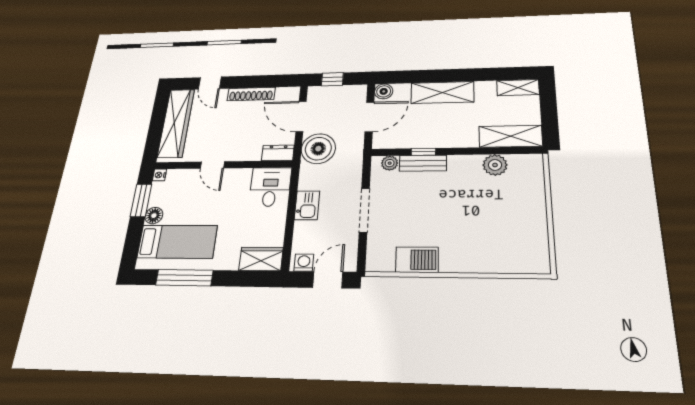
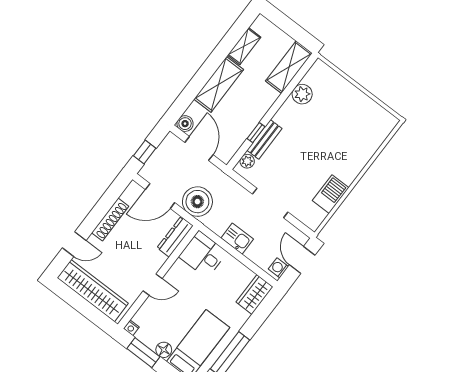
shelving: (518, 88) -> (244, 46), moved
dresser: (278, 153) -> (175, 237), width x1.44

